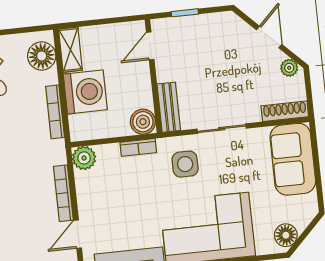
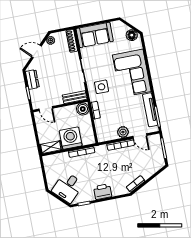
dresser: (212, 23) -> (32, 79), added
floor lamp: (42, 56) -> (55, 161), removed
plant: (84, 158) -> (123, 132), moved

